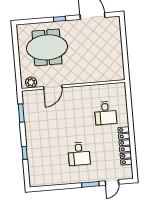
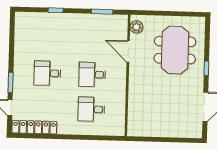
desk: (76, 116) -> (92, 74), added
locker: (125, 146) -> (34, 127), moved

